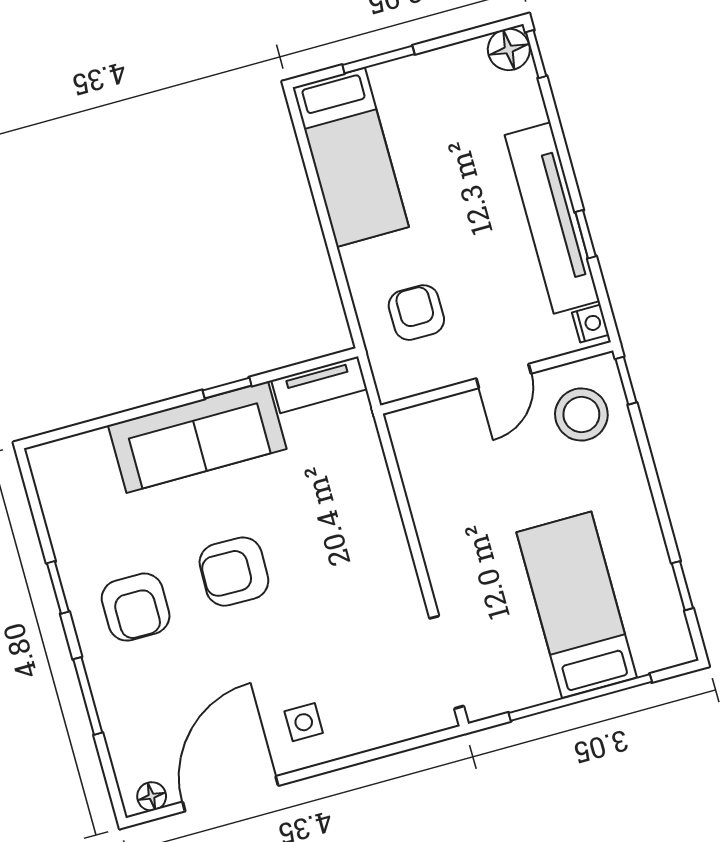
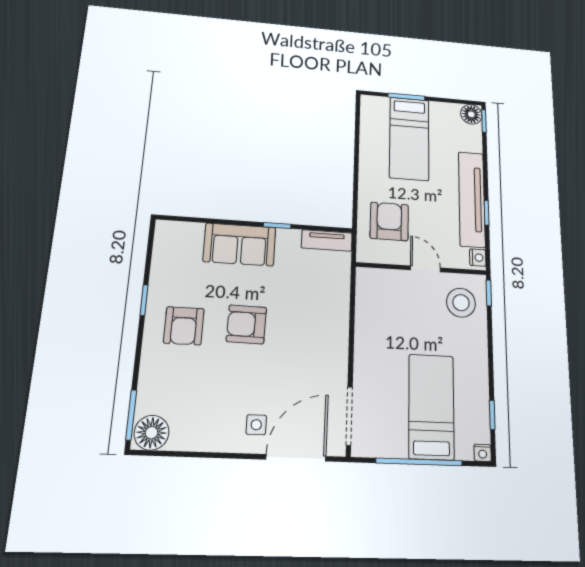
bed: (351, 157) -> (409, 138), moved
armchair: (416, 313) -> (389, 221), width x1.38, depth x1.38
door: (504, 376) -> (425, 269), swing flipped
sofa: (197, 437) -> (240, 244), width x0.73
nightstand: (681, 651) -> (483, 453), added
window: (88, 696) -> (131, 415), moved
door: (230, 794) -> (296, 458), moved
floor lamp: (152, 796) -> (152, 433), width x1.89, depth x1.89

